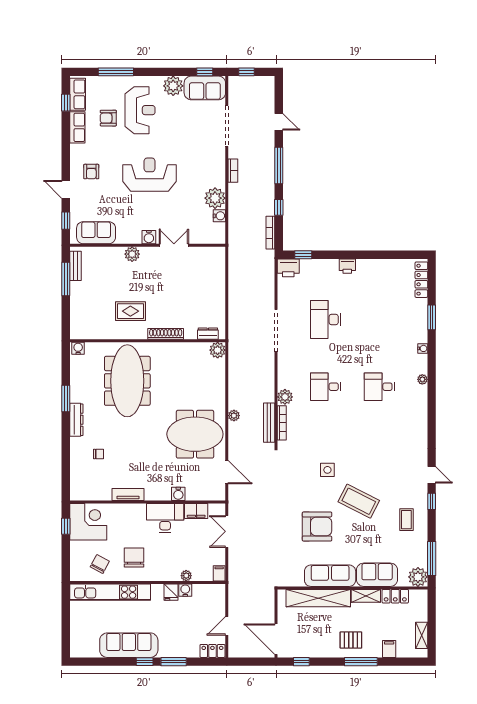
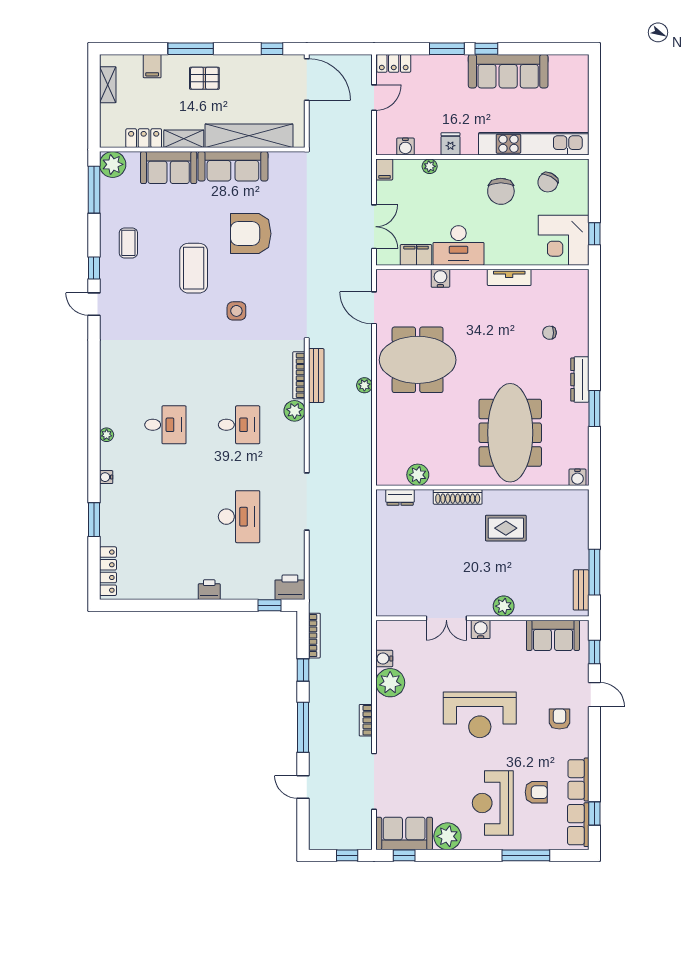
plant: (218, 350) -> (418, 475), moved
coffee table: (359, 501) -> (194, 268), turned 63
water cooler: (185, 590) -> (405, 147), moved

